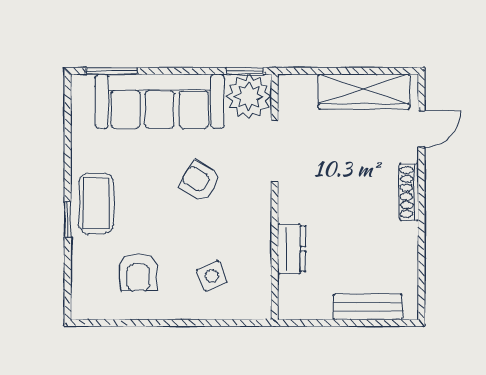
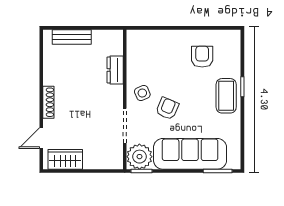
wardrobe: (364, 92) -> (65, 159), width x0.67
armchair: (200, 181) -> (167, 109), turned -96
side table: (212, 276) -> (142, 93), moved

